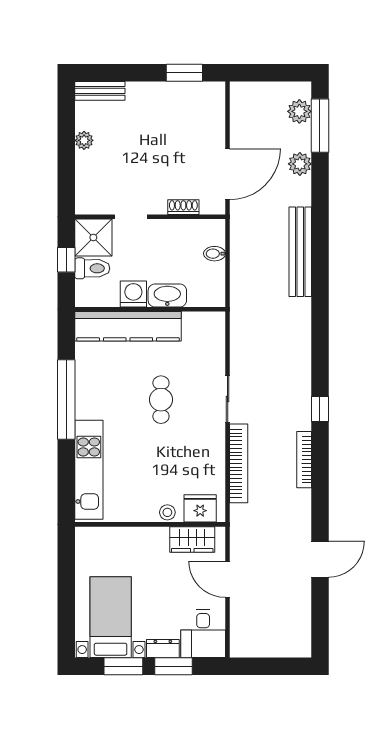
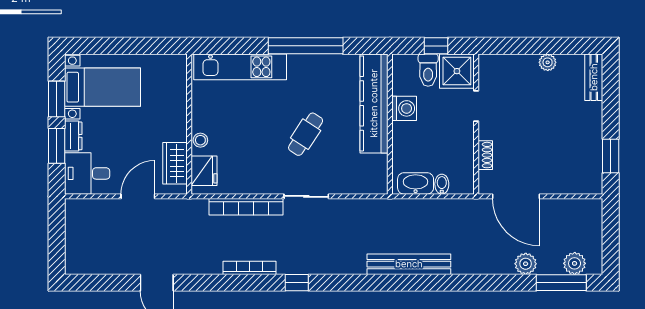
bench: (300, 252) -> (409, 264), moved
washbasin: (167, 295) -> (416, 183), moved, turned -90
cafe table: (161, 400) -> (306, 134), turned -57

